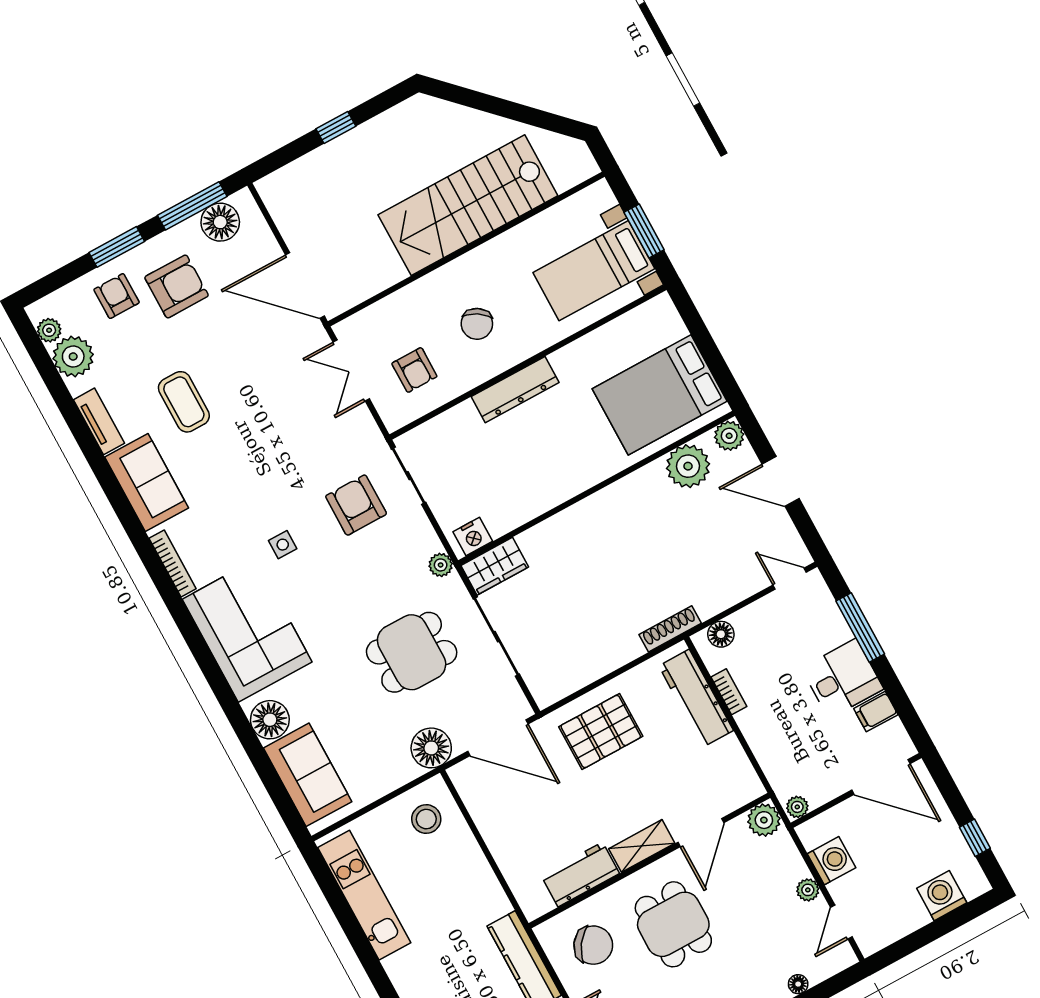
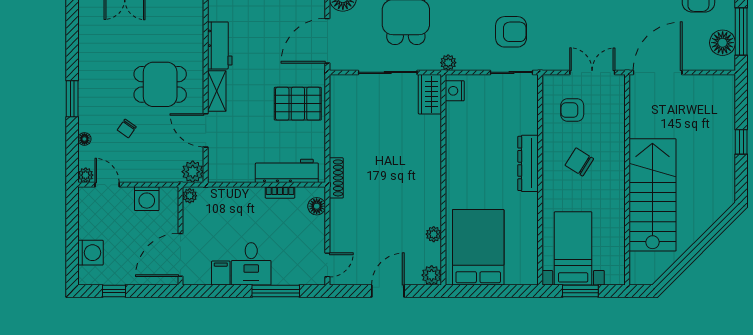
plant: (688, 466) -> (434, 234), width x0.53, depth x0.53
pallet: (601, 731) -> (298, 104), turned 90
plant: (808, 890) -> (86, 175), moved
chair: (593, 945) -> (127, 128), moved, width x0.54, depth x0.54

